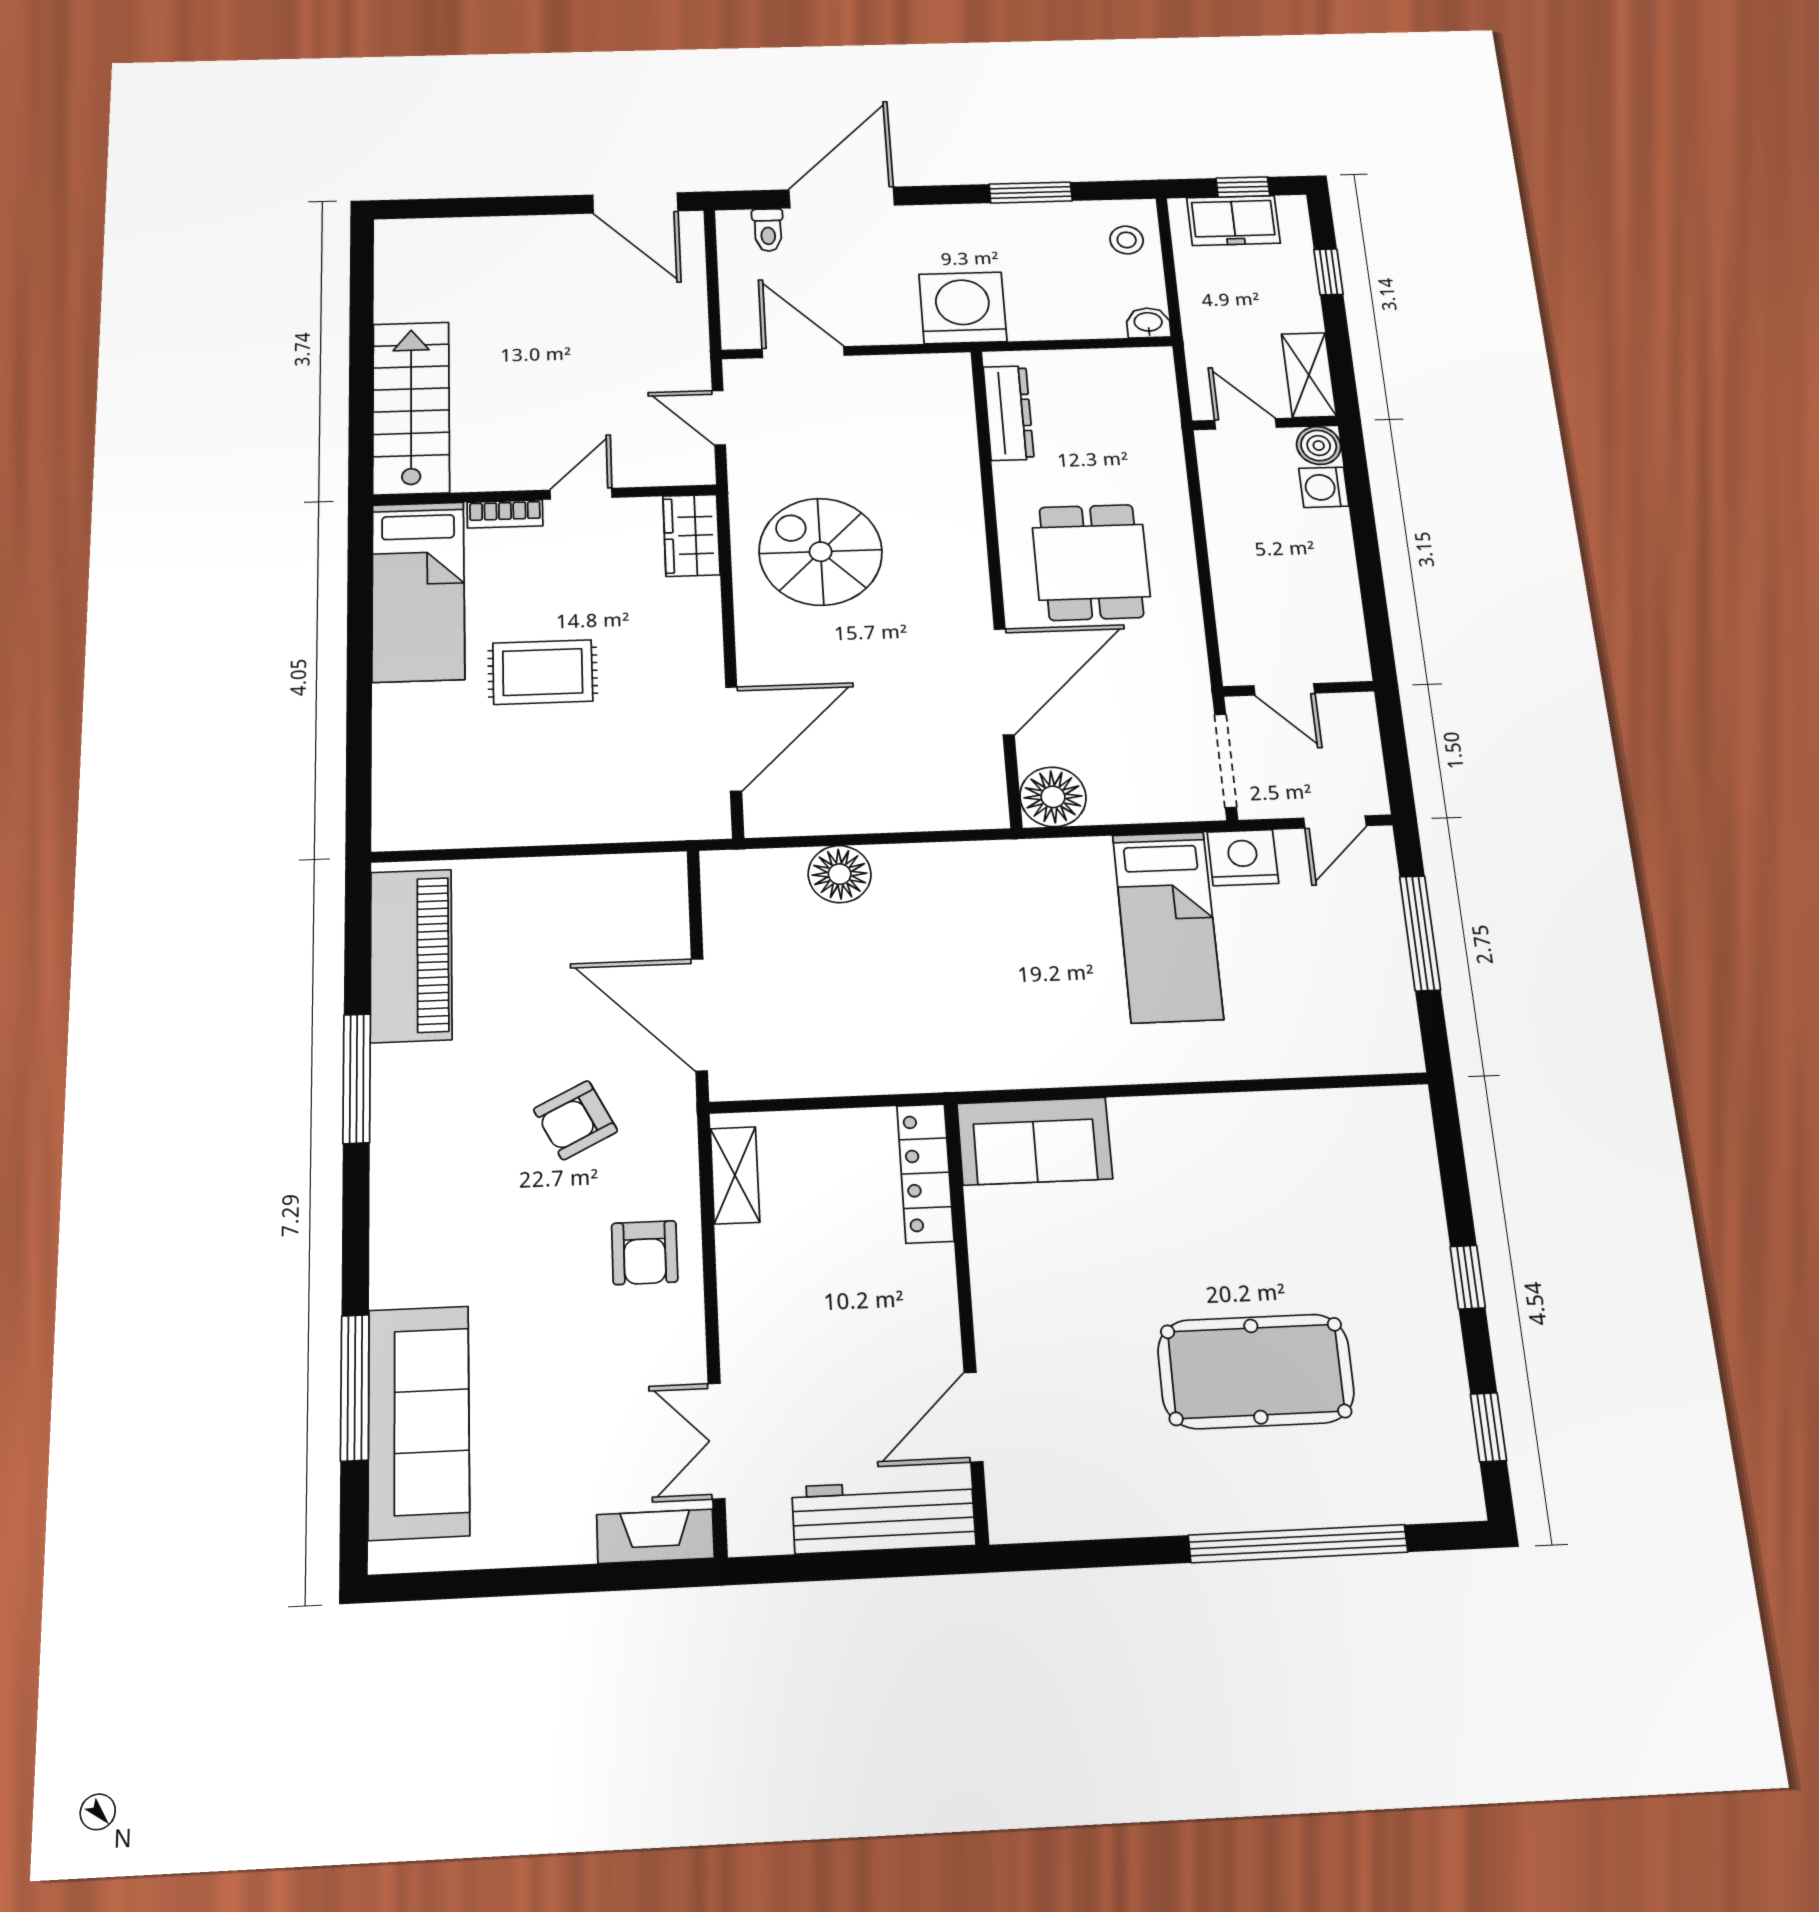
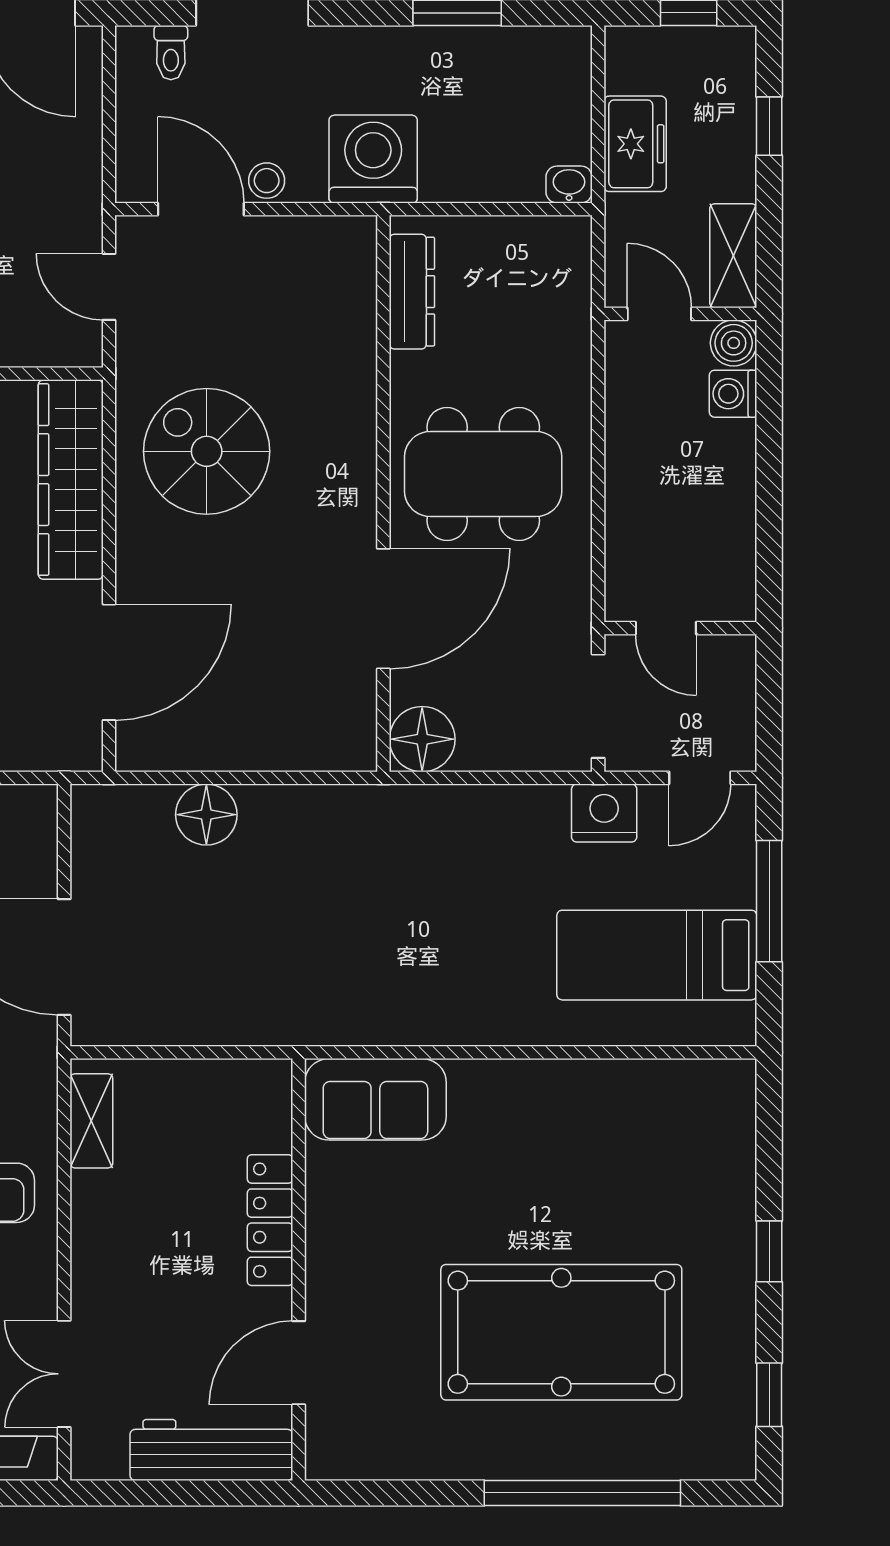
freezer: (1233, 221) -> (635, 144), moved, turned -90
stool: (1127, 240) -> (267, 181), moved
wardrobe: (691, 535) -> (71, 480), width x2.10, depth x1.17
dining table: (1091, 562) -> (483, 474), width x1.38
bed: (1168, 927) -> (657, 955), moved, turned 90
locker: (925, 1173) -> (270, 1220), moved
pool table: (1256, 1371) -> (561, 1332), width x1.36, depth x1.32

